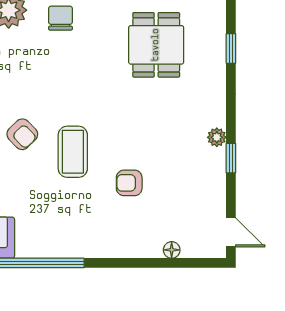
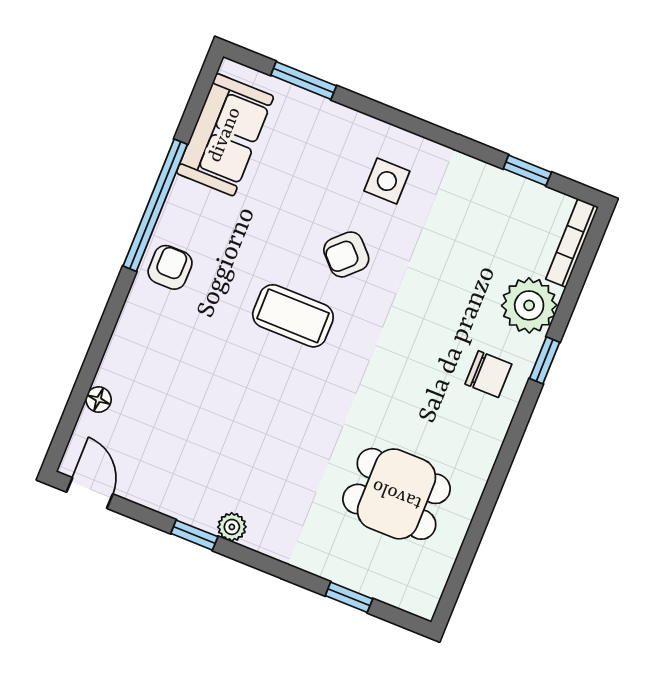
armchair: (129, 183) -> (170, 267), moved
door: (231, 232) -> (90, 493), swing flipped

